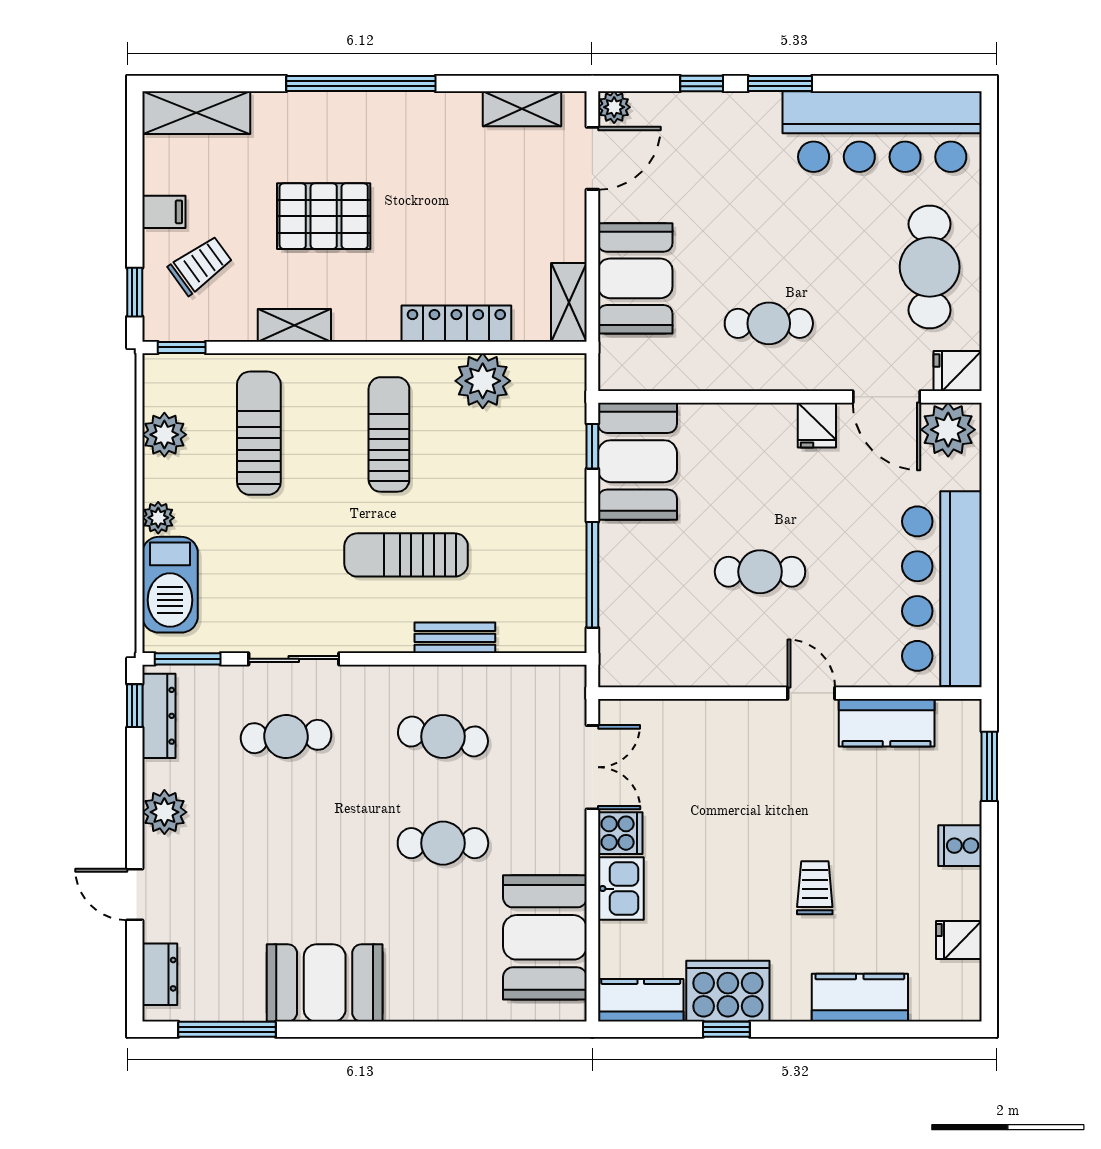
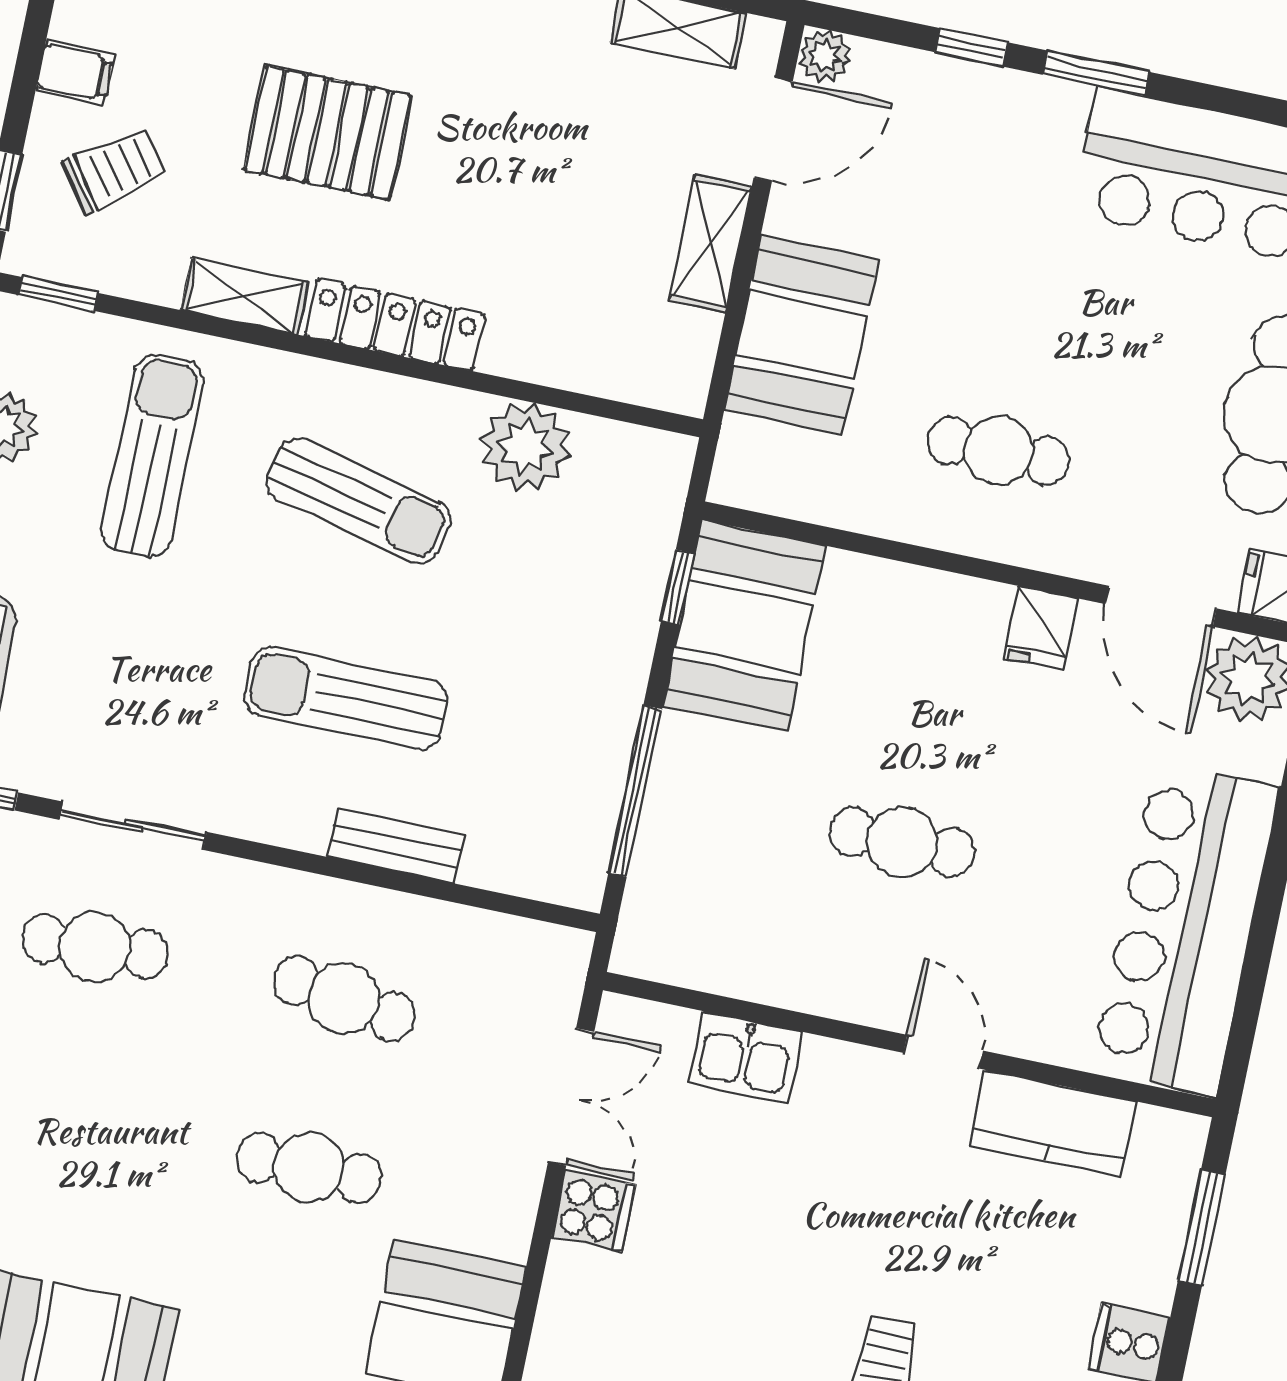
shelving: (569, 302) -> (710, 244), moved
locker: (456, 324) -> (395, 325), moved
sun lounger: (389, 434) -> (358, 501), turned 103
kitchen sink: (621, 889) -> (745, 1057), moved, turned 90

